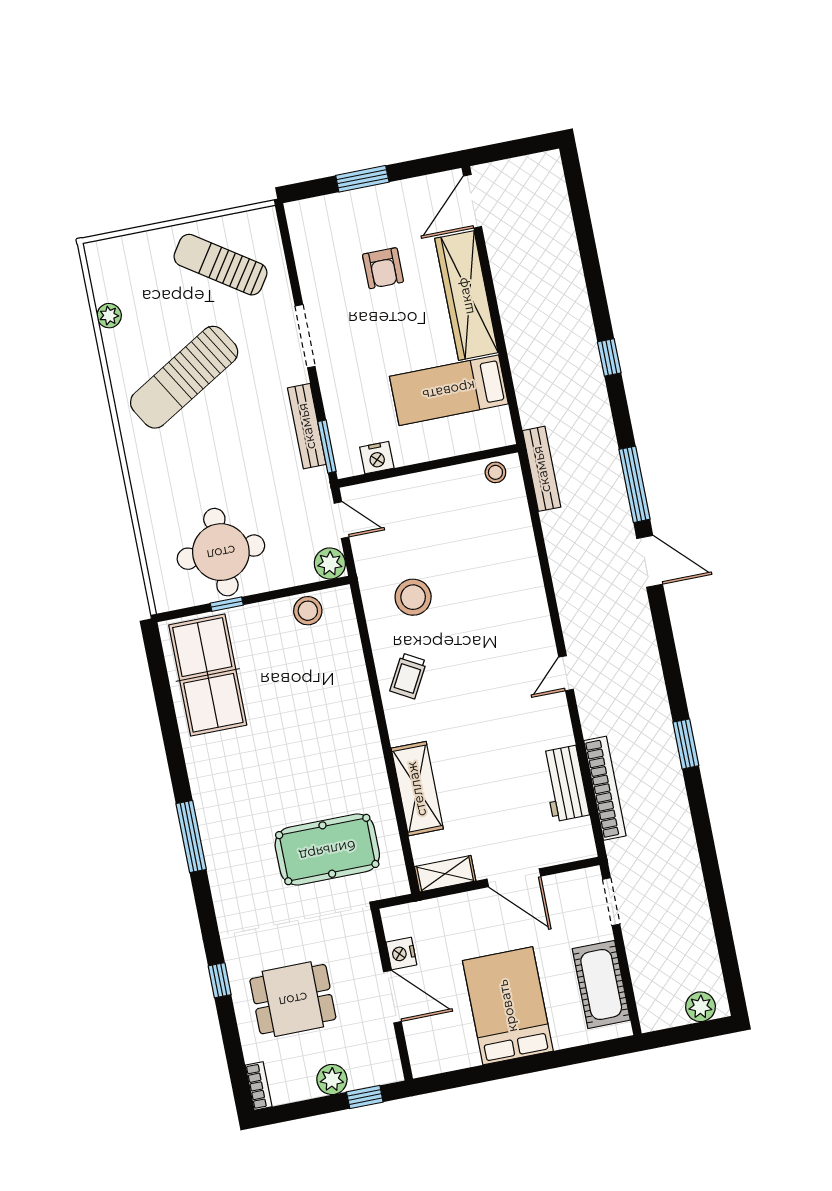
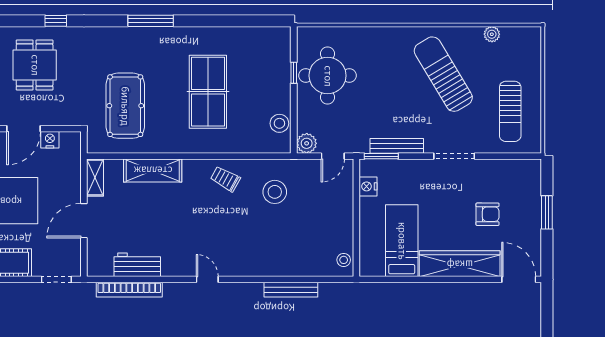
sun lounger: (220, 265) -> (510, 111), turned 146
armchair: (383, 268) -> (488, 214), turned 180
bench: (542, 469) -> (291, 290), moved
table tennis table: (208, 675) -> (208, 92), moved, turned 90

